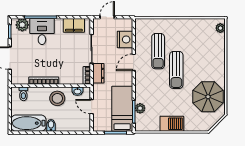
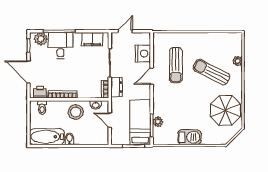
plant: (220, 28) -> (238, 61), moved
sun lounger: (176, 70) -> (212, 72), moved, turned 117
printer: (21, 78) -> (40, 92), added

